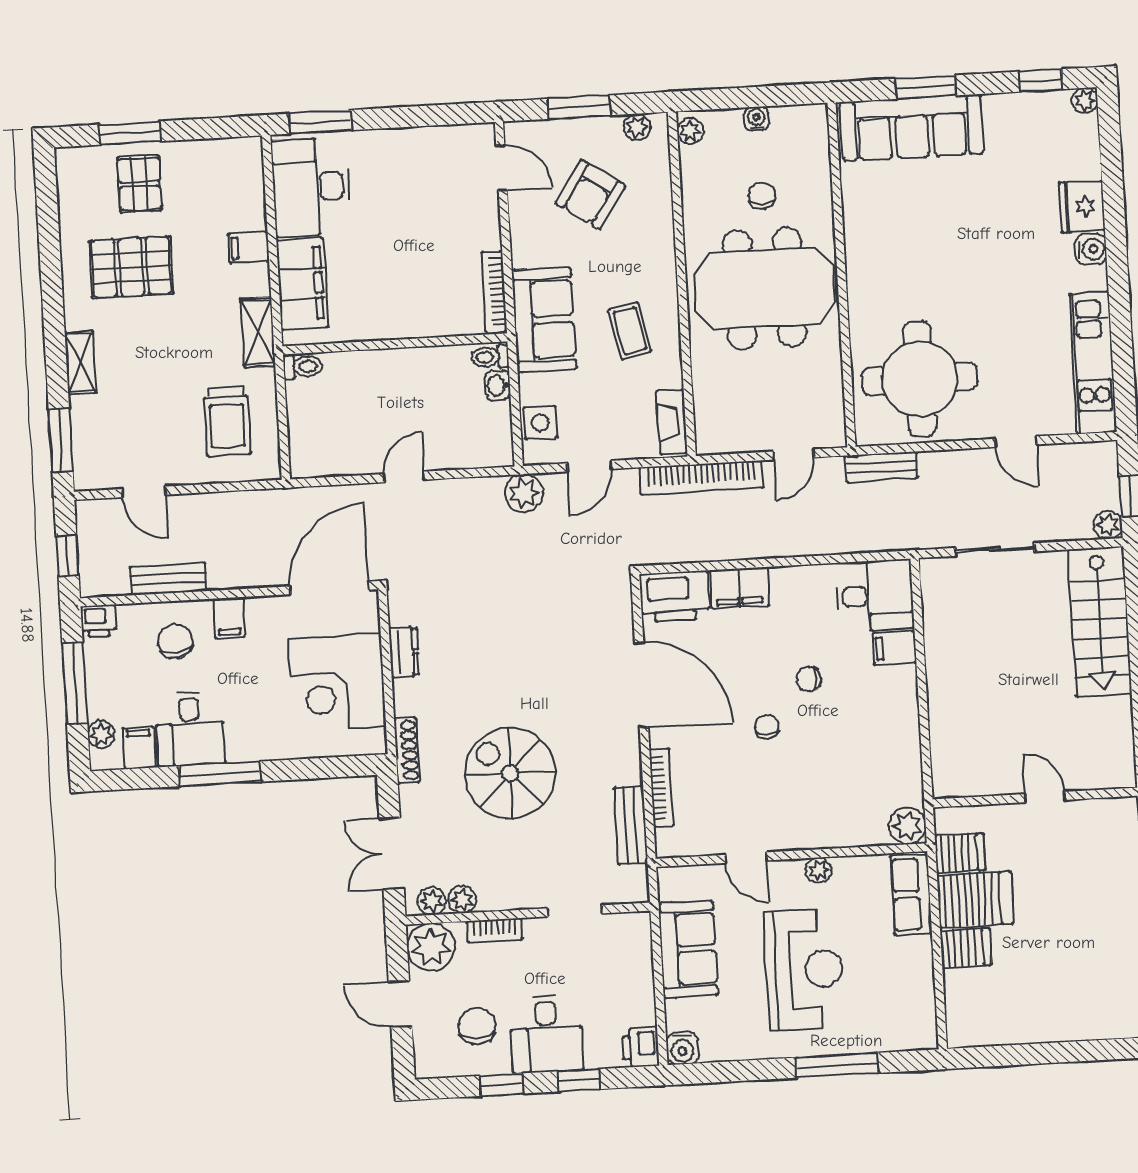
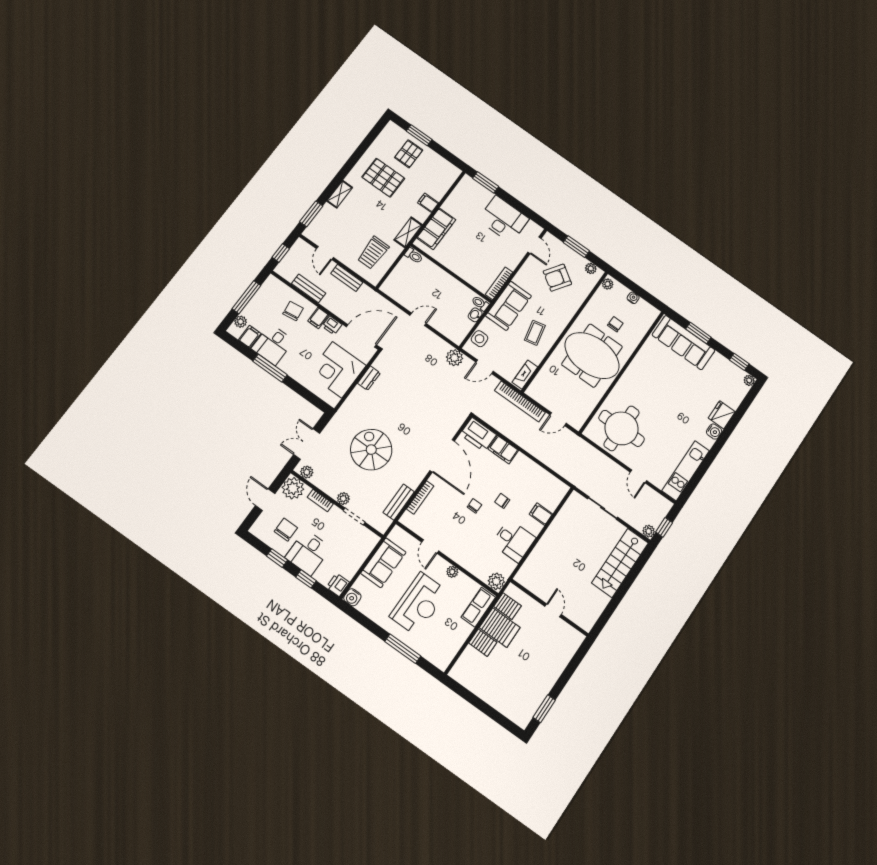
desk: (311, 187) -> (504, 219), moved, turned 90
bench: (881, 467) -> (347, 278), moved
desk: (875, 595) -> (514, 541), moved
printer: (98, 621) -> (332, 325), moved
shoe rack: (407, 750) -> (342, 413), removed
plant: (462, 900) -> (343, 499), moved

